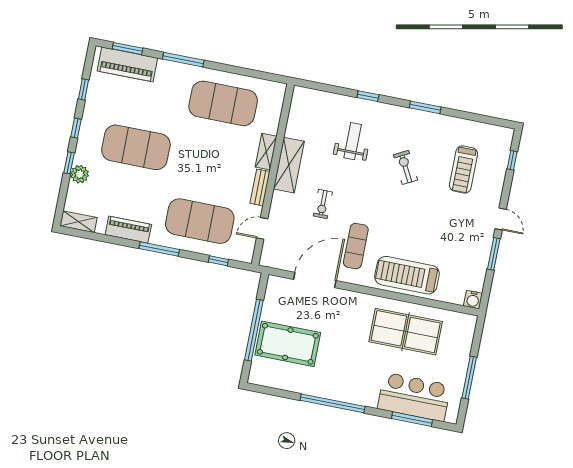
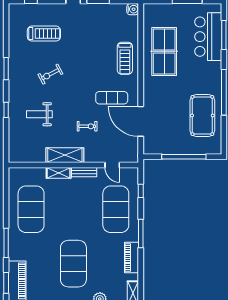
treadmill: (407, 275) -> (125, 58), width x0.73, depth x0.73
pool table: (288, 344) -> (202, 116), moved

